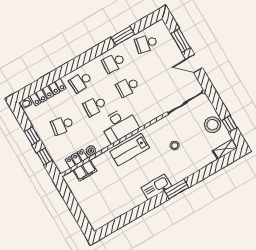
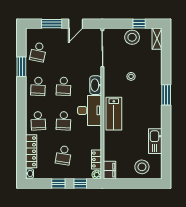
washbasin: (147, 117) -> (96, 85), added
plant: (91, 151) -> (97, 175), moved
filing cabinet: (85, 171) -> (109, 170), moved
kitchen sink: (156, 187) -> (155, 141), moved
stool: (95, 206) -> (142, 167), added

